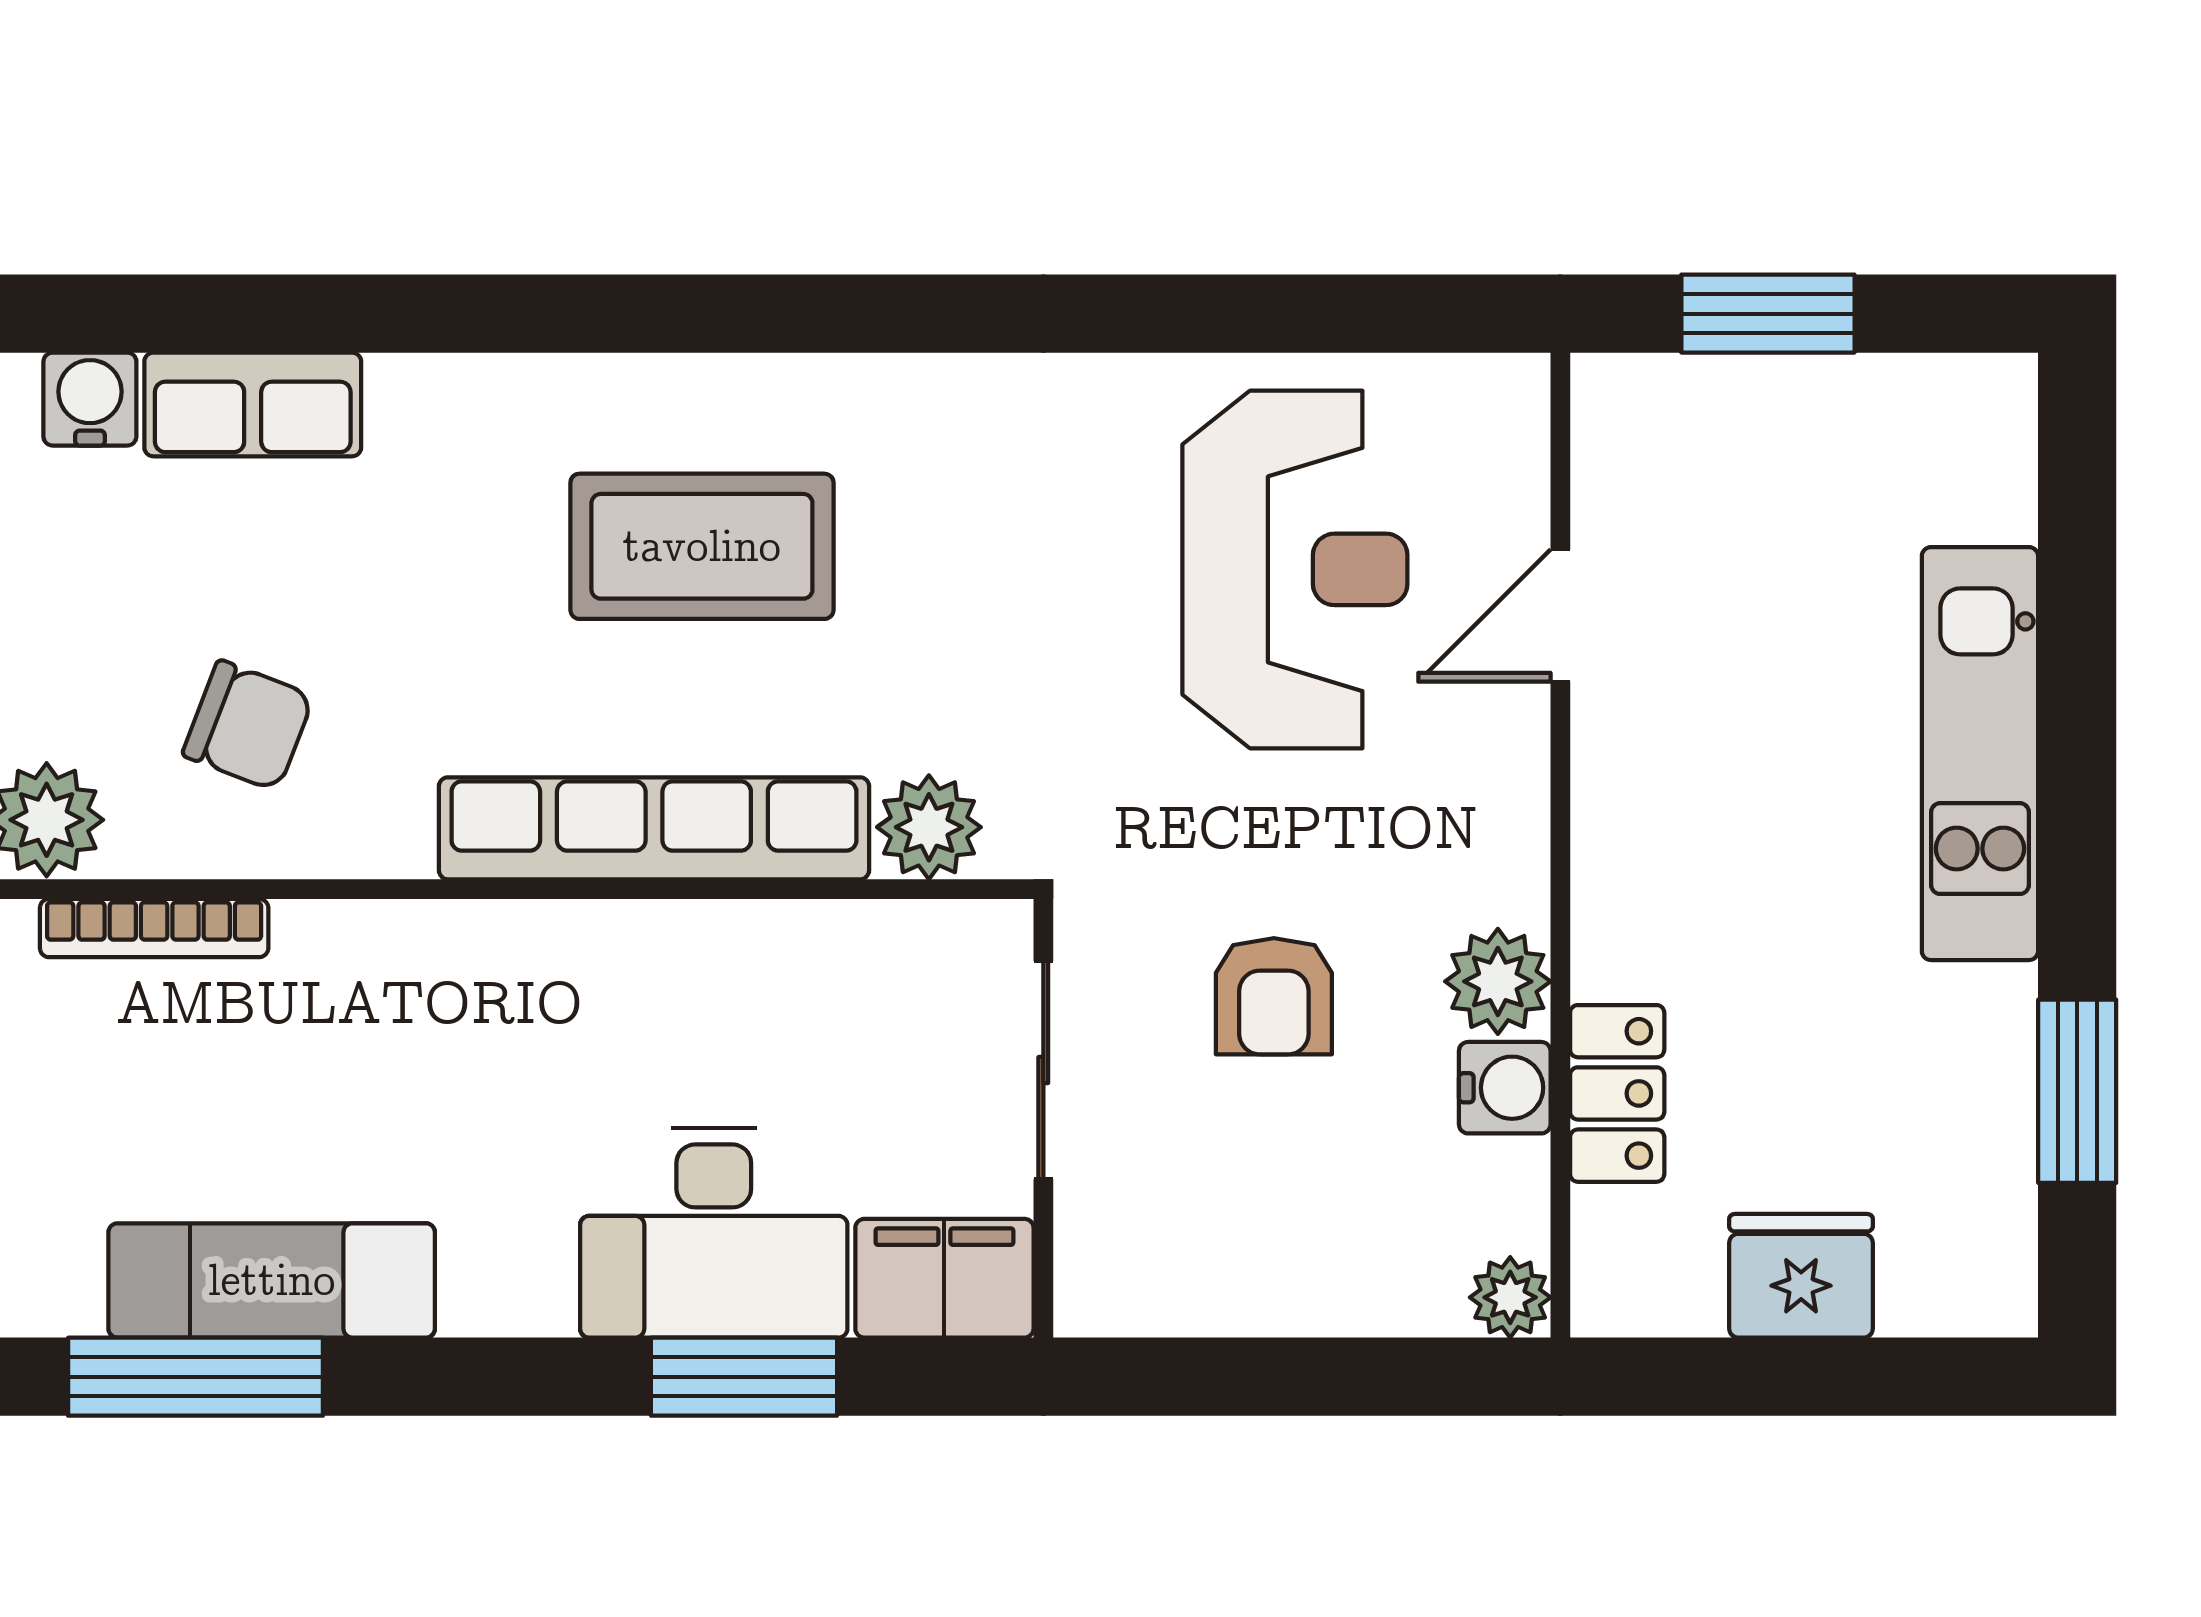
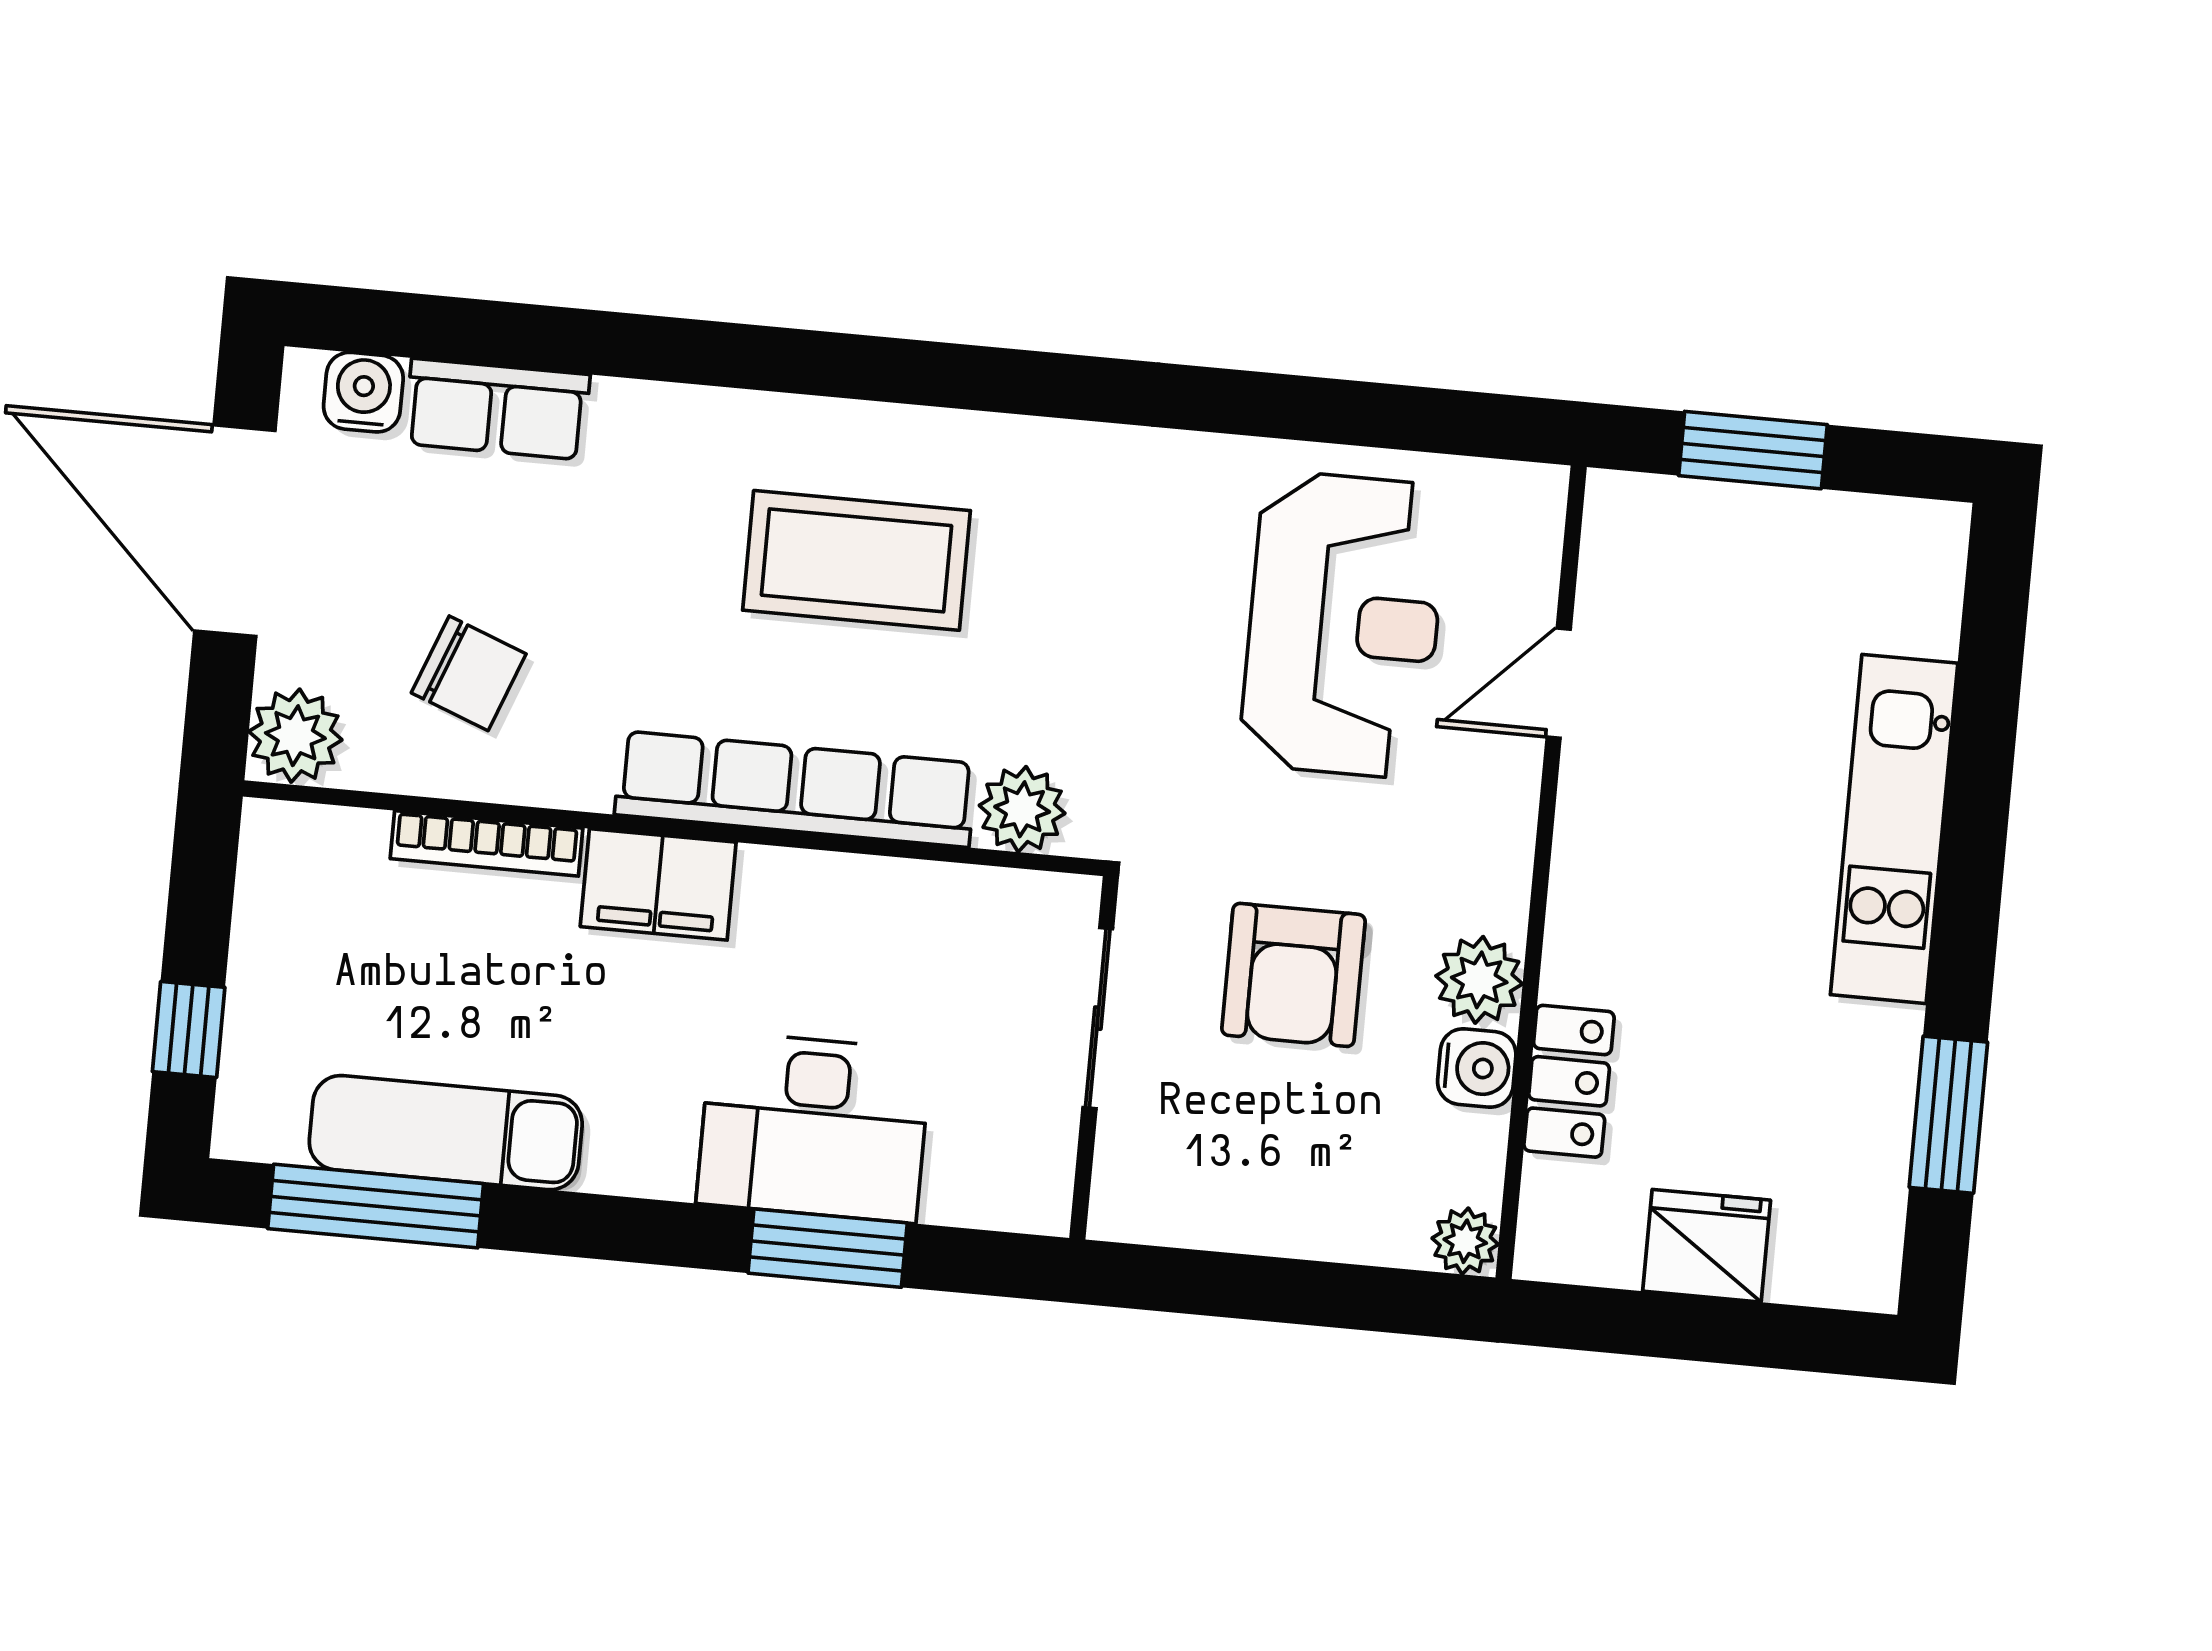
bookcase: (154, 928) -> (487, 843), moved
armchair: (1274, 996) -> (1293, 975), width x1.38, depth x1.38
filing cabinet: (944, 1278) -> (658, 884), moved, turned 180

